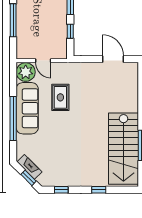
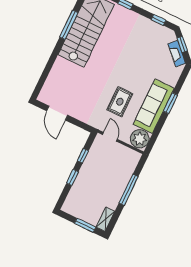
door: (43, 61) -> (110, 137), moved
window: (13, 118) -> (170, 103), width x0.47

